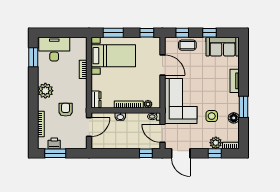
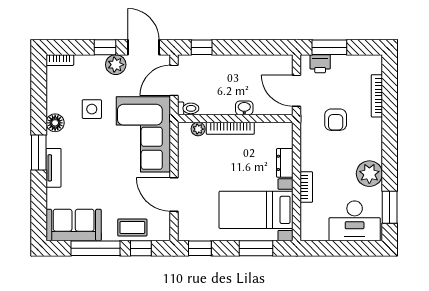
window: (210, 33) -> (95, 248), width x2.17
plant: (45, 91) -> (369, 174), moved
dresser: (96, 100) -> (285, 163), moved
window: (244, 107) -> (39, 152), moved
floor lamp: (234, 118) -> (55, 123), moved
door: (89, 127) -> (296, 91), hinge flipped
door: (162, 133) -> (174, 80), swing flipped
printer: (54, 143) -> (320, 64), moved
plant: (216, 143) -> (116, 65), moved
window: (55, 153) -> (329, 47), moved
window: (215, 153) -> (105, 47), moved

